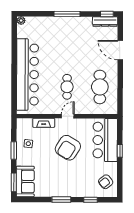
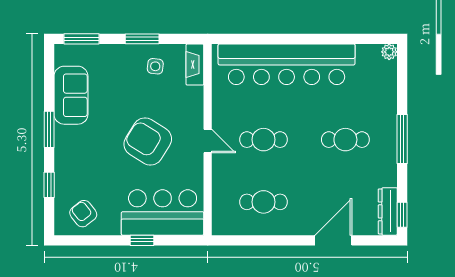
cafe table: (67, 44) -> (345, 140), added
cafe table: (100, 87) -> (263, 202), width x0.73, depth x0.74
fireplace: (44, 123) -> (195, 65), moved
sofa: (25, 181) -> (71, 95), moved, turned -90

